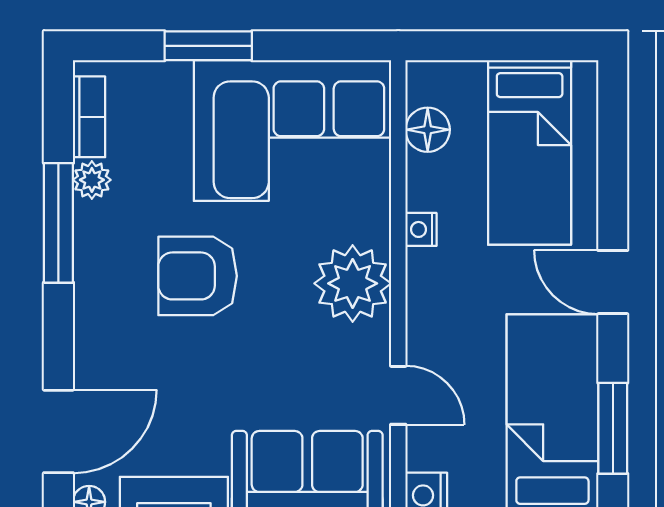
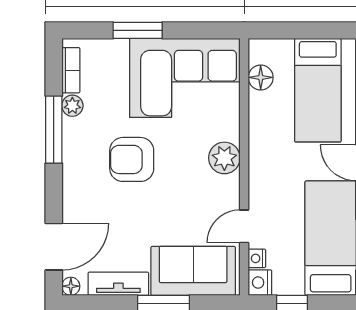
nightstand: (421, 229) -> (257, 258), moved
plant: (353, 283) -> (224, 158), width x0.73, depth x0.73
door: (398, 395) -> (244, 226), swing flipped

